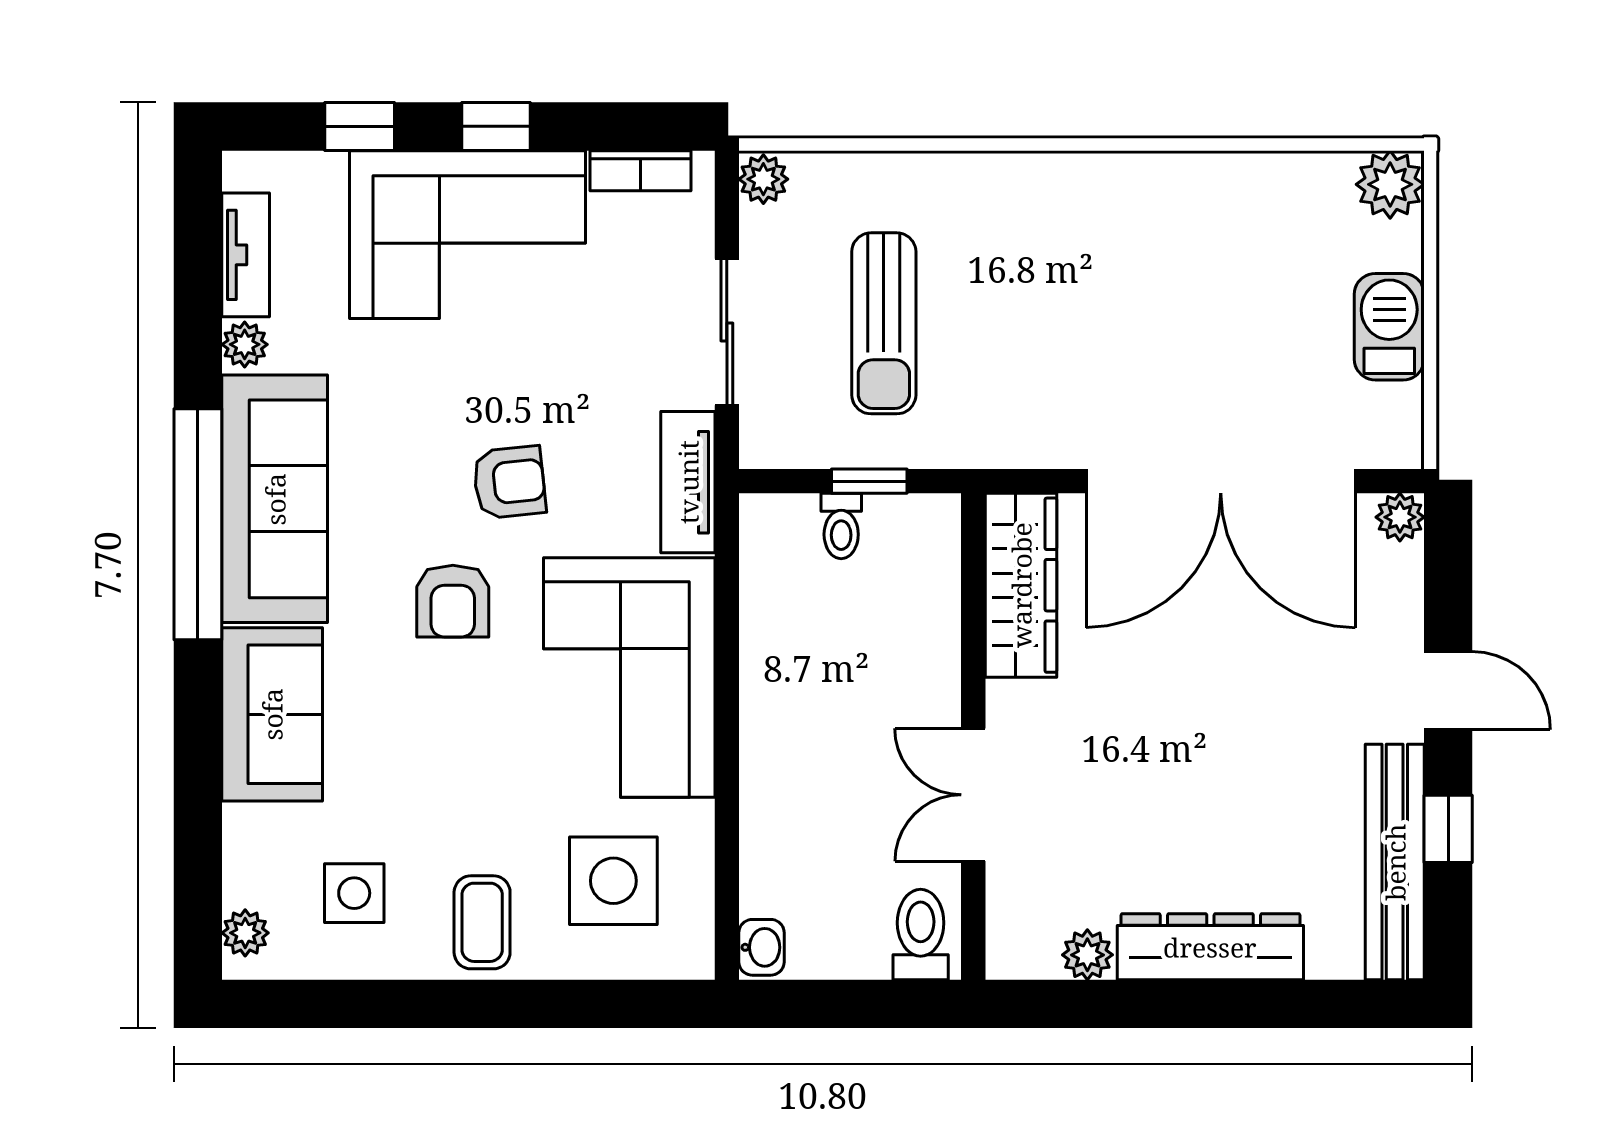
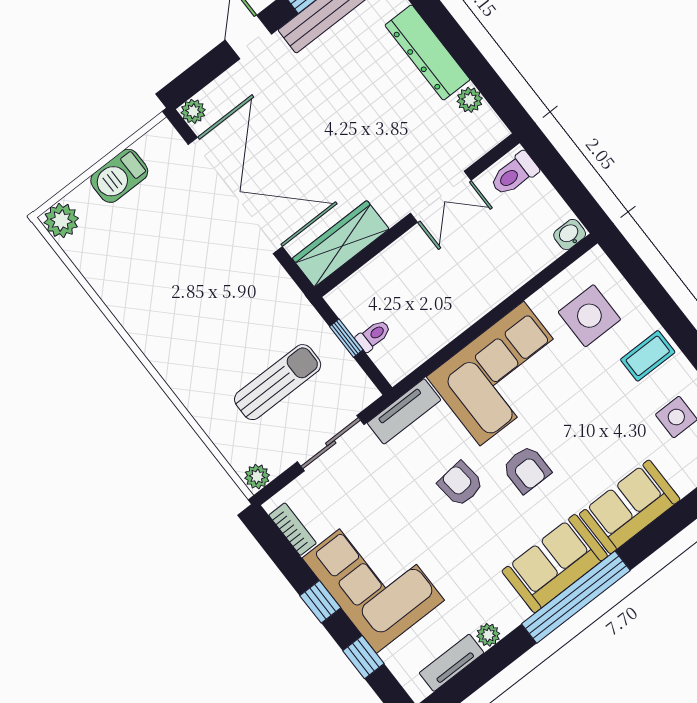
sofa: (275, 499) -> (555, 564), width x0.73
armchair: (453, 601) -> (527, 469), turned 90

